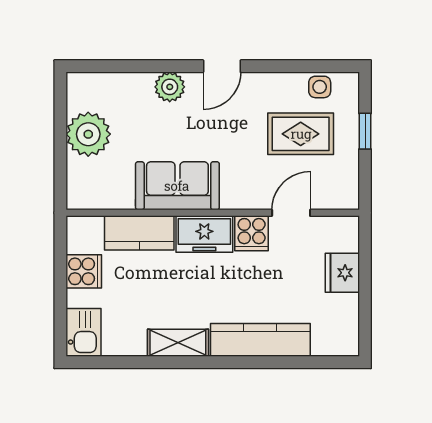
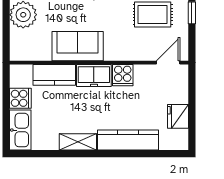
door: (291, 213) -> (168, 63), moved
fridge: (342, 273) -> (178, 116), moved
kitchen sink: (84, 332) -> (20, 130), width x1.38

